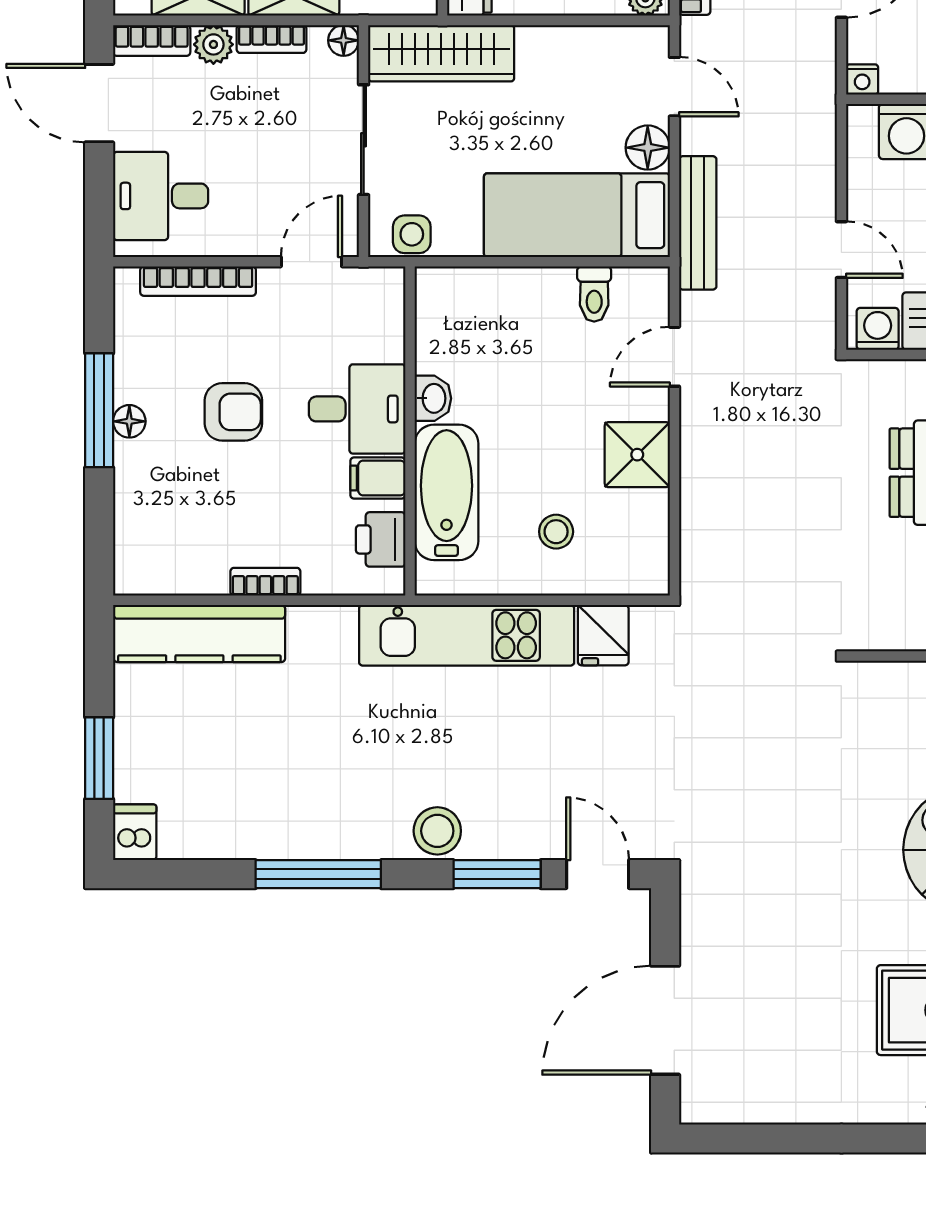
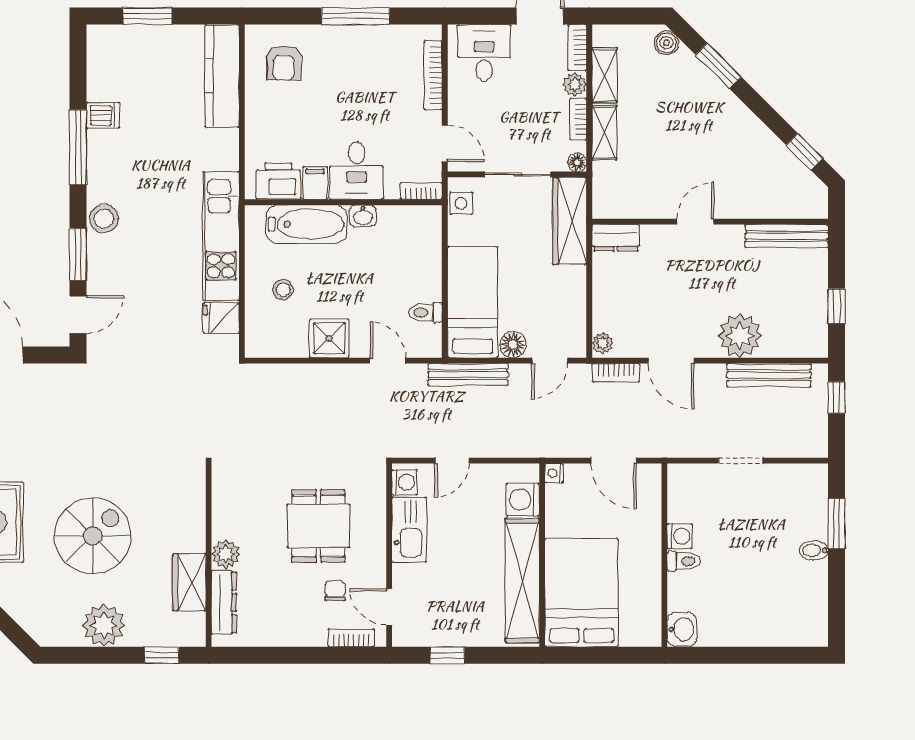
armchair: (233, 412) -> (284, 63), moved
floor lamp: (129, 421) -> (349, 34), removed
printer: (381, 539) -> (278, 181), width x1.36, depth x1.24
bookcase: (265, 582) -> (421, 191), moved, turned -90
dishwasher: (135, 832) -> (103, 115), moved

